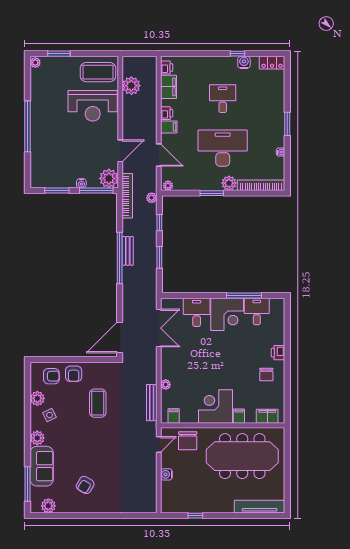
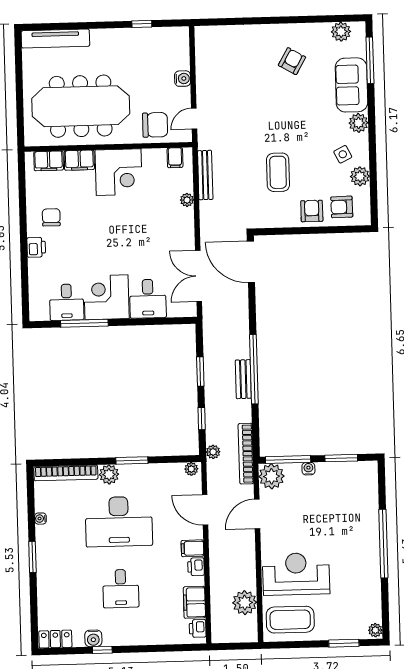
door: (120, 337) -> (251, 262), swing flipped
filing cabinet: (239, 416) -> (79, 160), width x2.00
chair: (188, 441) -> (155, 125), turned 90

